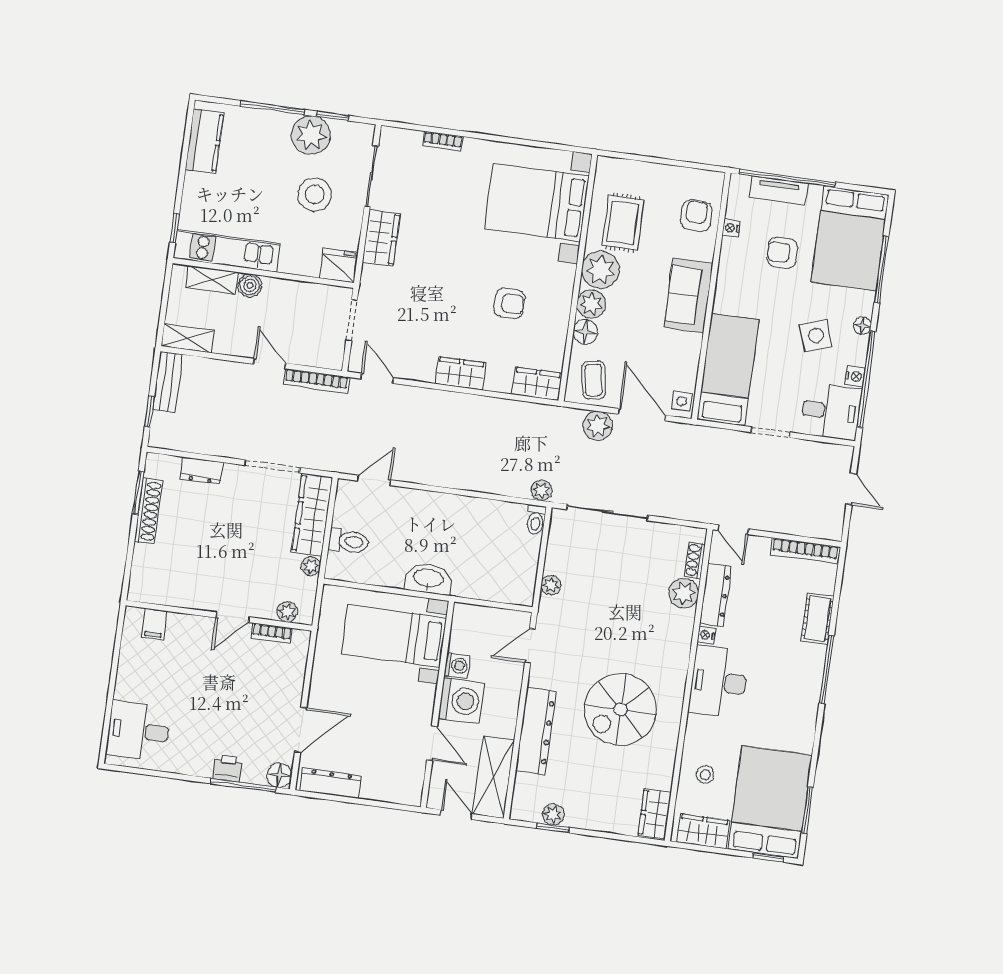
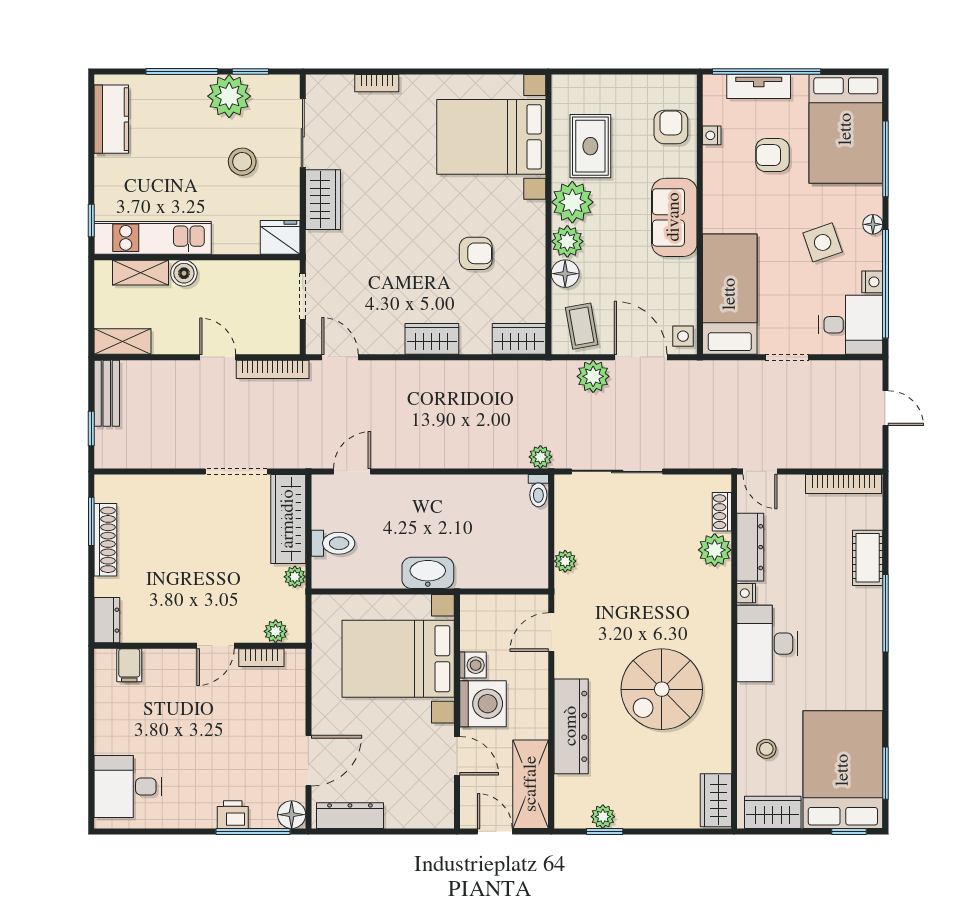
stool: (315, 194) -> (242, 162), width x0.73, depth x0.73
dresser: (201, 471) -> (107, 620), moved, turned -90
bed with nightstands: (394, 636) -> (398, 659), width x1.36

